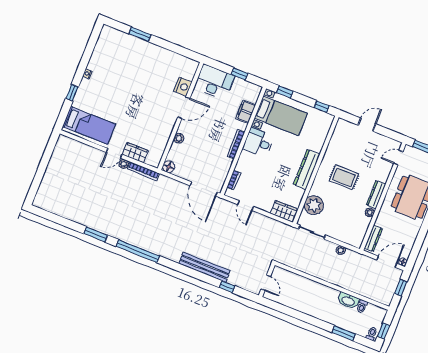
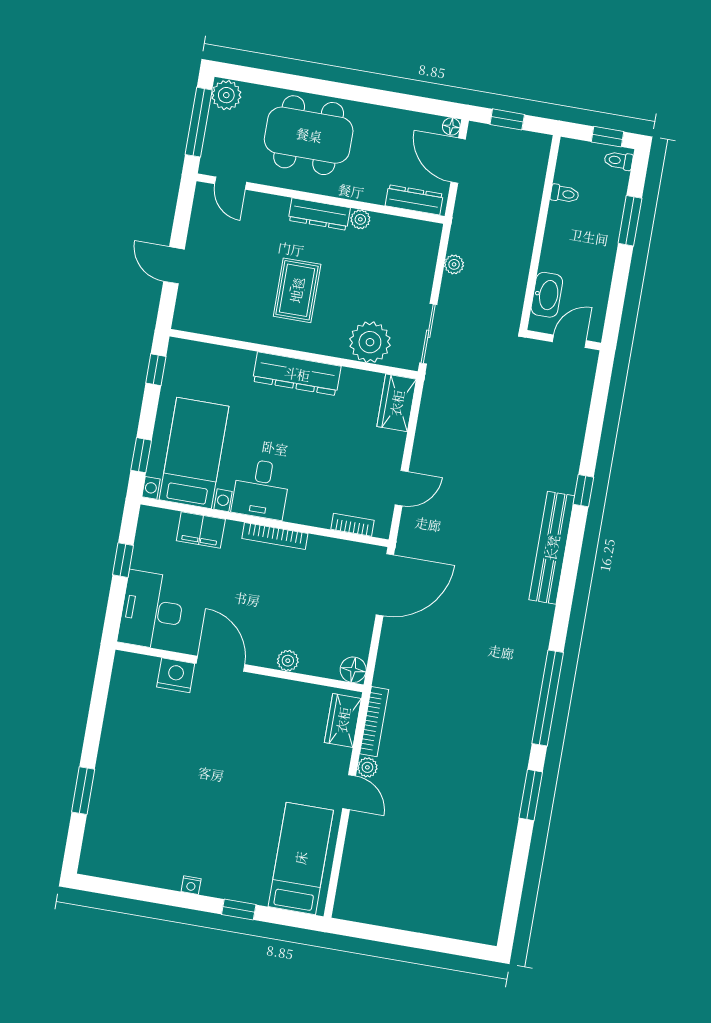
wardrobe: (135, 153) -> (343, 720), moved
wall: (267, 280) -> (563, 340), moved
door: (266, 283) -> (569, 341), moved
washbasin: (348, 301) -> (547, 295), moved

